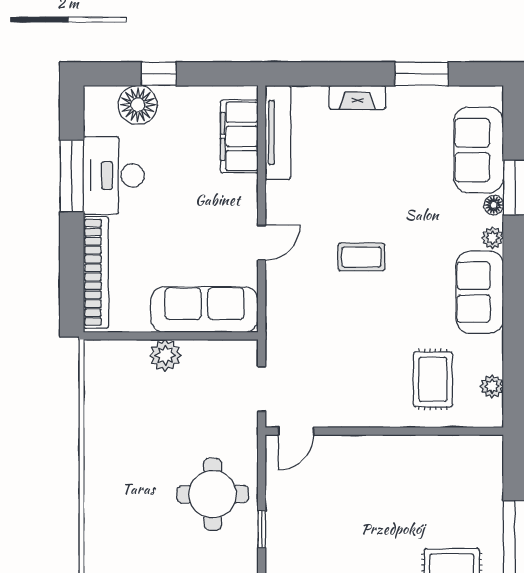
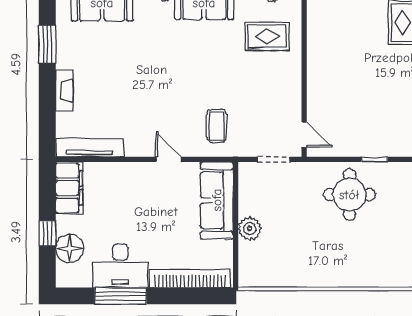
filing cabinet: (239, 136) -> (69, 188), moved, turned -90
coffee table: (361, 257) -> (217, 126), moved

